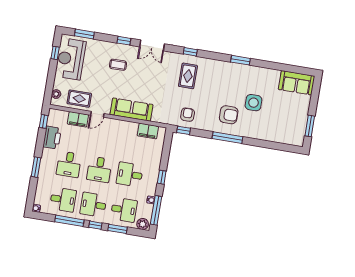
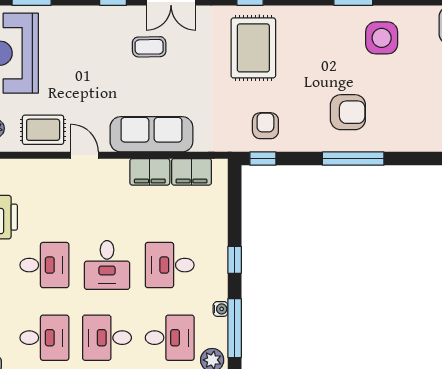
coffee table: (118, 65) -> (149, 47), moved
rug: (188, 76) -> (253, 48), width x1.36, depth x1.43
side table: (253, 103) -> (382, 38), moved
door: (97, 114) -> (84, 155), swing flipped
filing cabinet: (78, 119) -> (150, 172), moved
desk: (69, 164) -> (44, 265), turned -90

